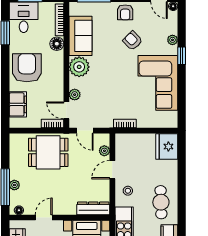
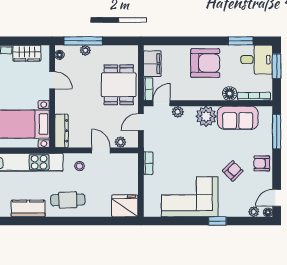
plant: (172, 40) -> (254, 212), moved
filing cabinet: (18, 104) -> (152, 64), moved, turned -90

